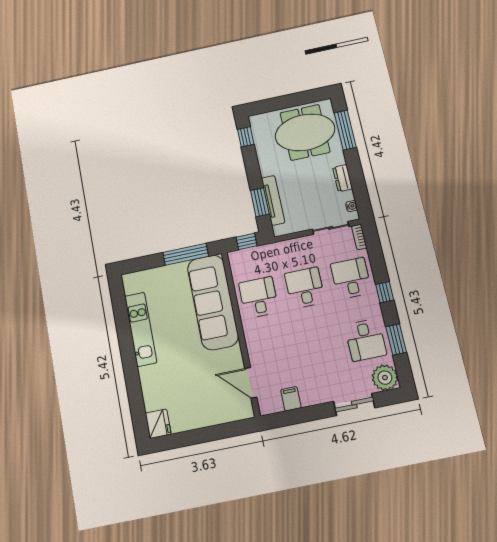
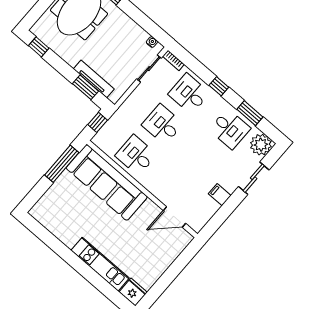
dresser: (343, 178) -> (131, 26), removed
kitchen unit: (141, 329) -> (100, 264), moved
filing cabinet: (291, 399) -> (220, 195), moved

